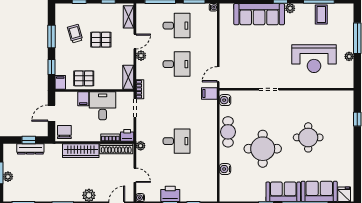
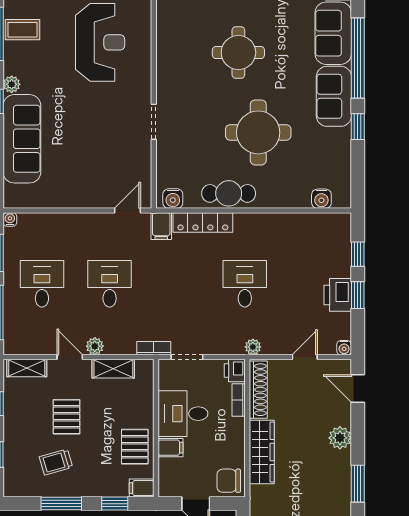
door: (218, 74) -> (128, 211), swing flipped
shelving: (128, 77) -> (113, 369), moved
locker: (211, 117) -> (203, 223), added
water cooler: (225, 169) -> (321, 199), moved

